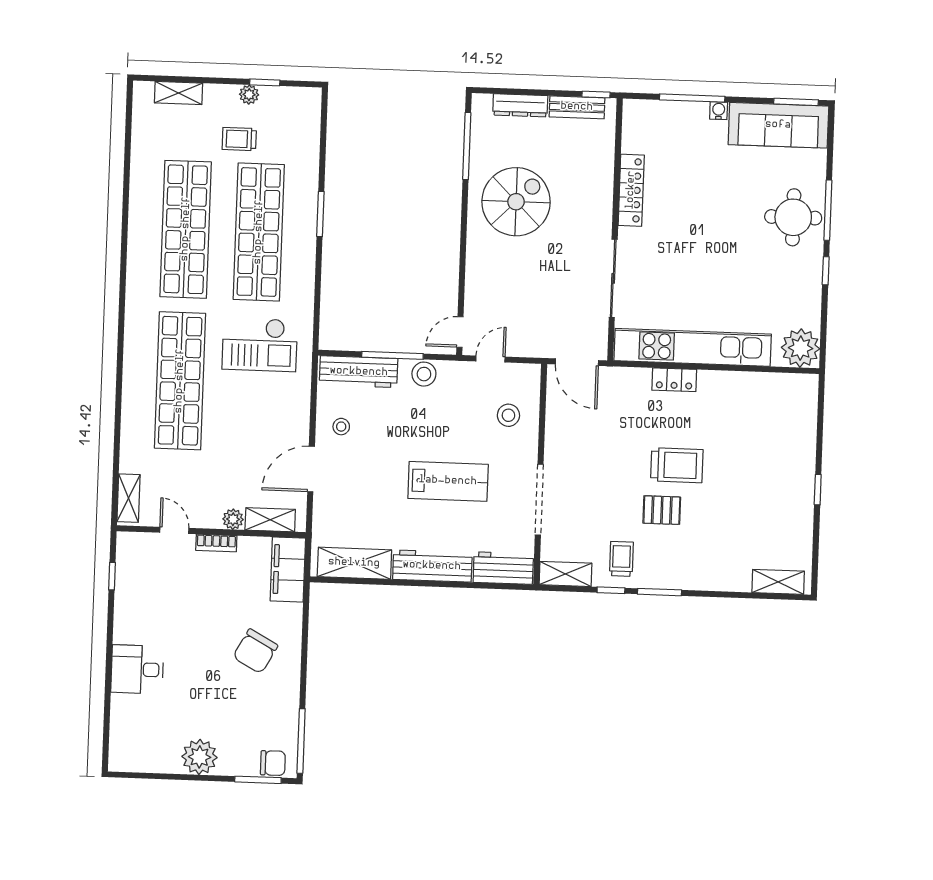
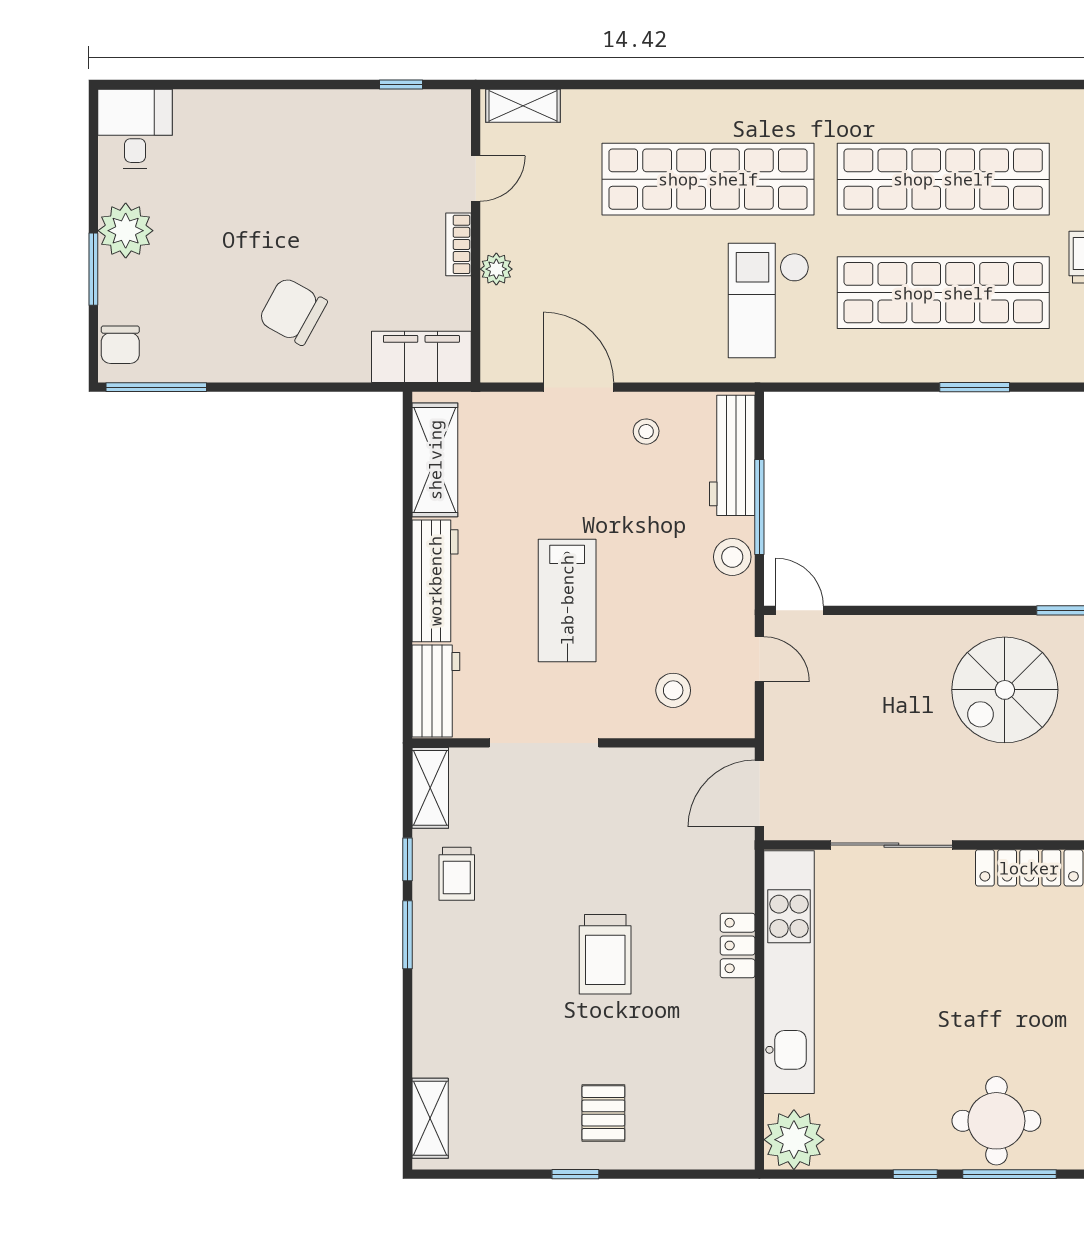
spiral stairs: (516, 202) -> (1005, 690), turned 90
pallet: (662, 510) -> (603, 1113), moved
shelving: (270, 520) -> (498, 327), removed
trolley: (621, 559) -> (457, 874), turned 90
desk: (137, 669) -> (135, 129), moved
window: (258, 780) -> (93, 269), moved

